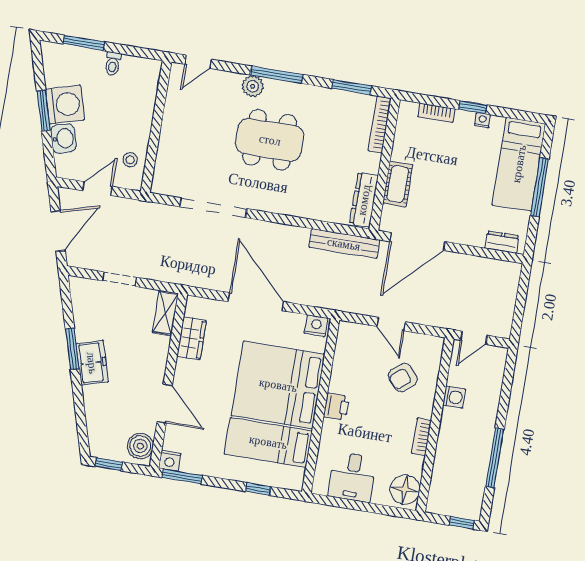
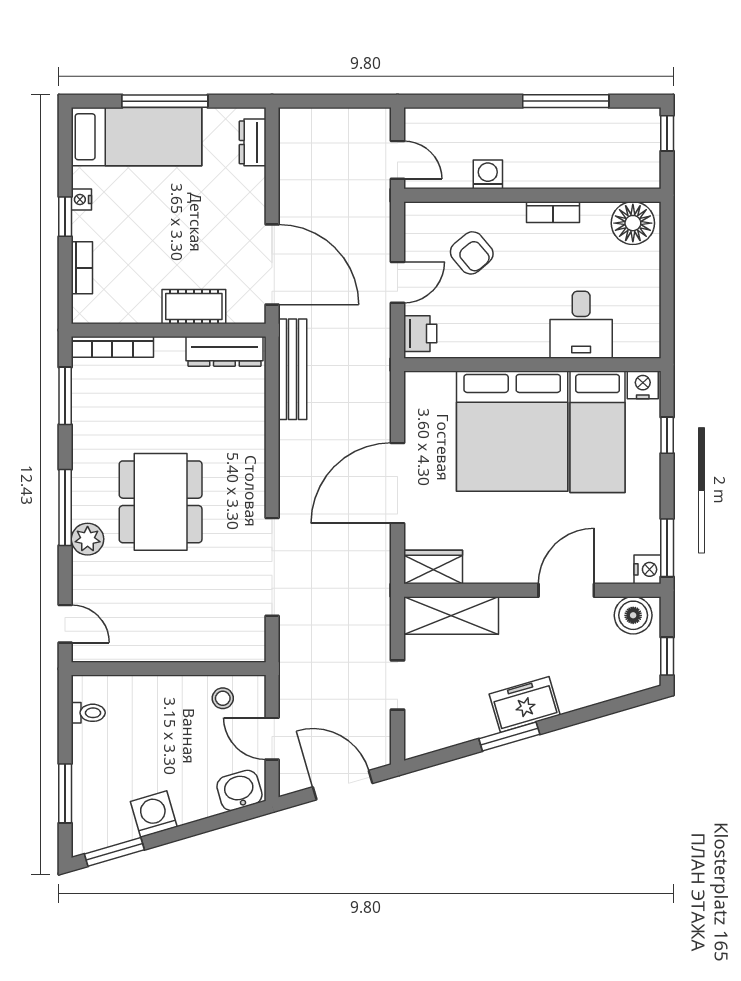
toilet: (113, 64) -> (88, 713), moved
washing machine: (65, 104) -> (154, 814), width x0.73, depth x0.73
window: (44, 111) -> (114, 852), moved
washbasin: (63, 138) -> (239, 790), moved
shelving: (165, 313) -> (451, 615), width x1.50, depth x1.33
nightstand: (316, 326) -> (643, 385), moved, turned 90
wardrobe: (192, 338) -> (433, 567), moved
printer: (336, 407) -> (420, 334), moved, turned 90
desk: (352, 477) -> (581, 325), moved, turned 90

